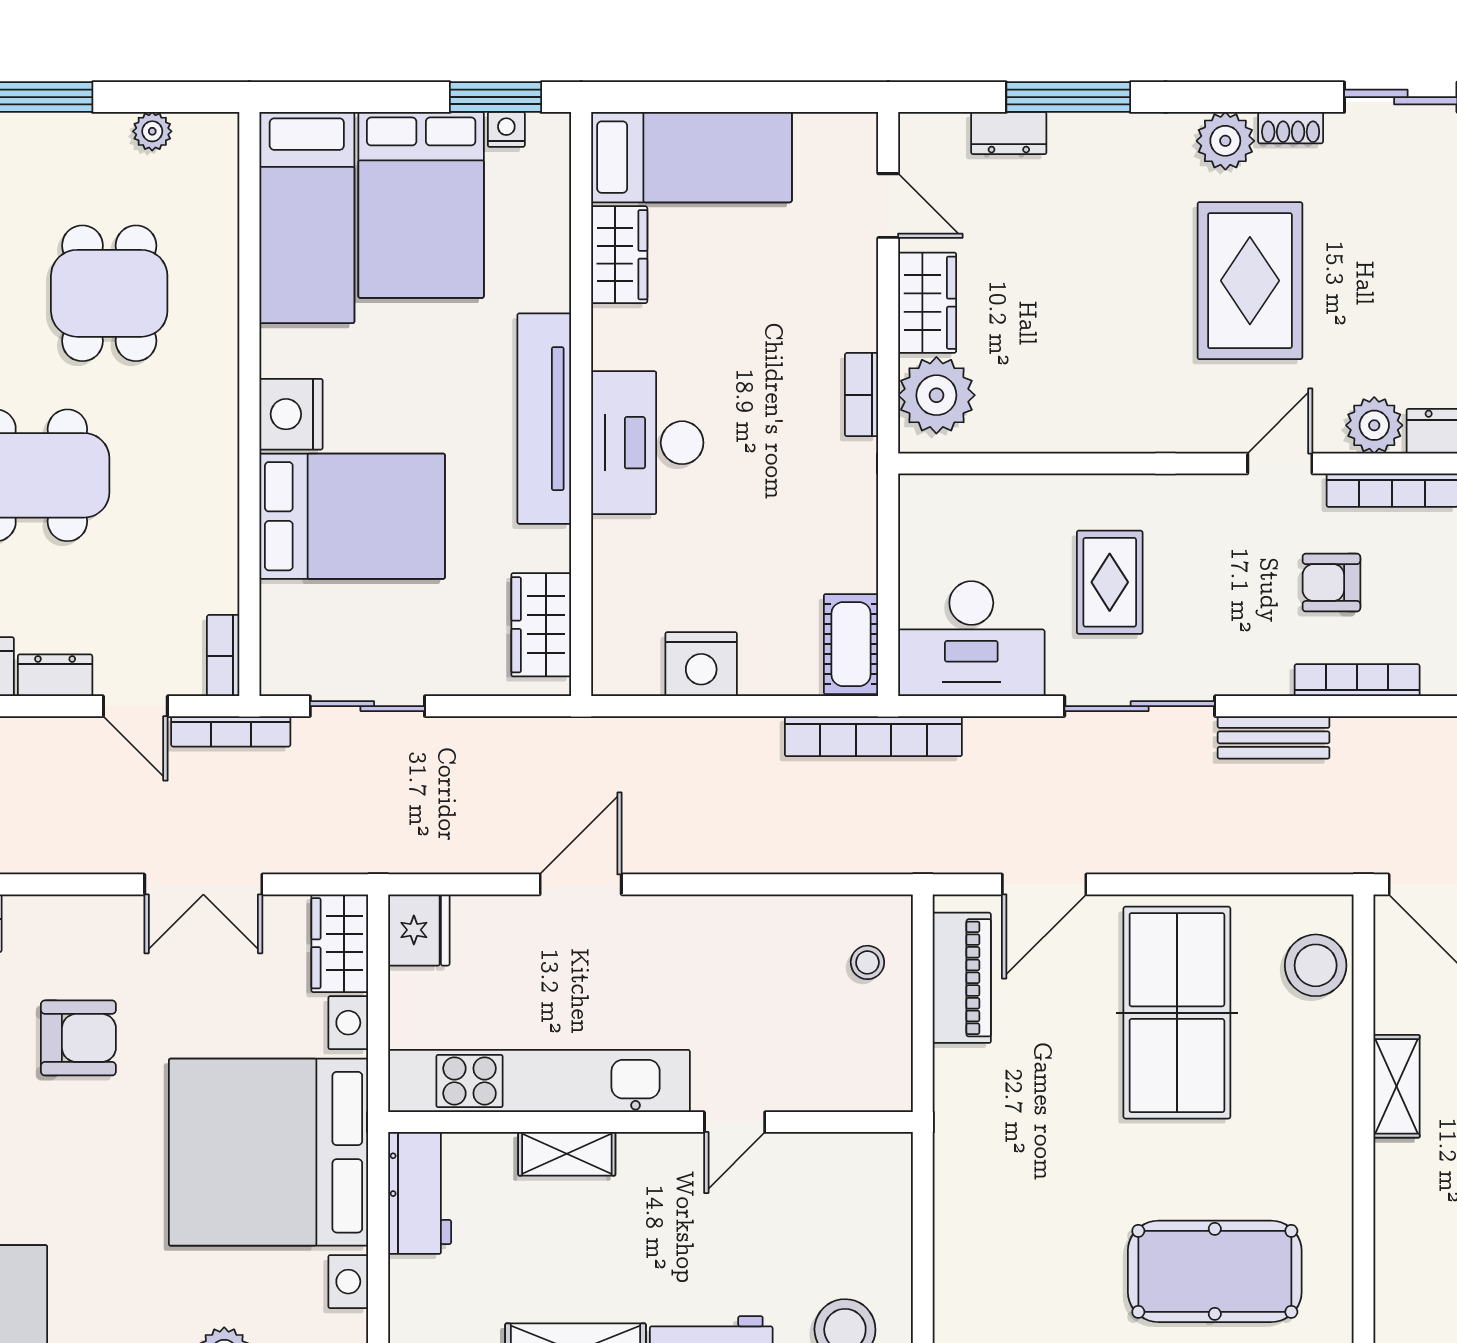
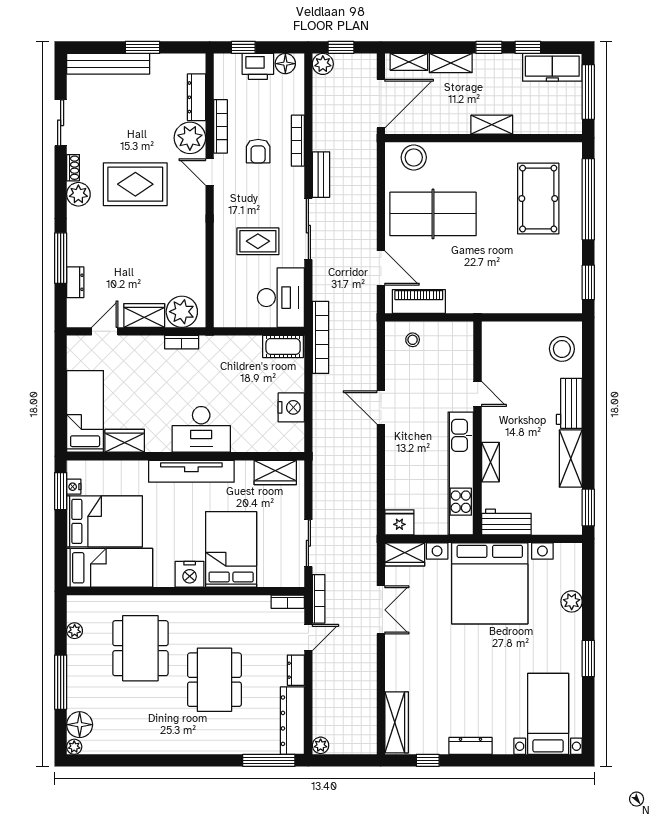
dining table: (109, 293) -> (140, 648), width x1.38
plant: (1374, 425) -> (190, 138), width x1.36, depth x1.36
door: (581, 884) -> (381, 408), moved
armchair: (78, 1038) -> (443, 661), removed
shelving: (1397, 1086) -> (492, 125), moved

